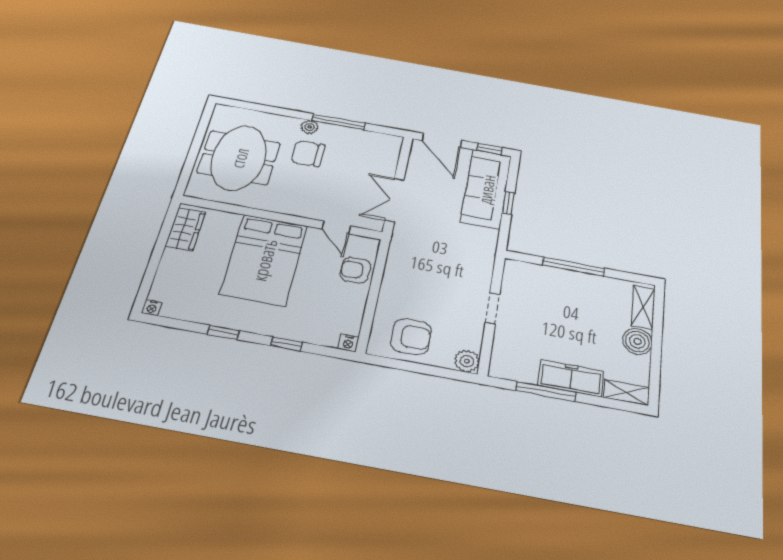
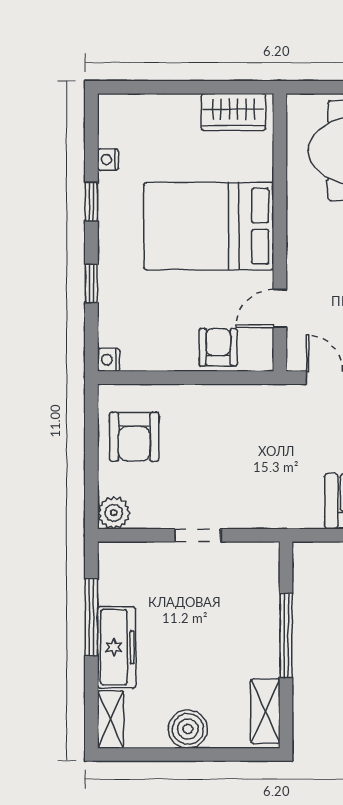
shelving: (643, 307) -> (265, 711), moved, turned 90
nightstand: (152, 308) -> (108, 159), moved

